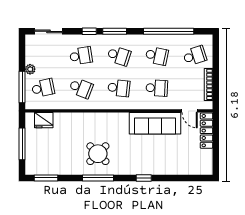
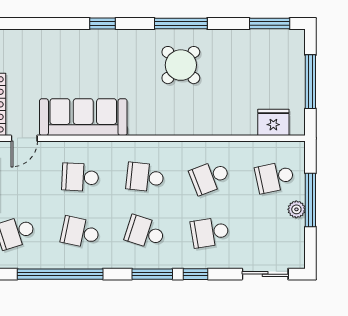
window: (22, 87) -> (310, 200), moved
school desk: (81, 88) -> (210, 177), turned -42
door: (190, 111) -> (24, 138), swing flipped

